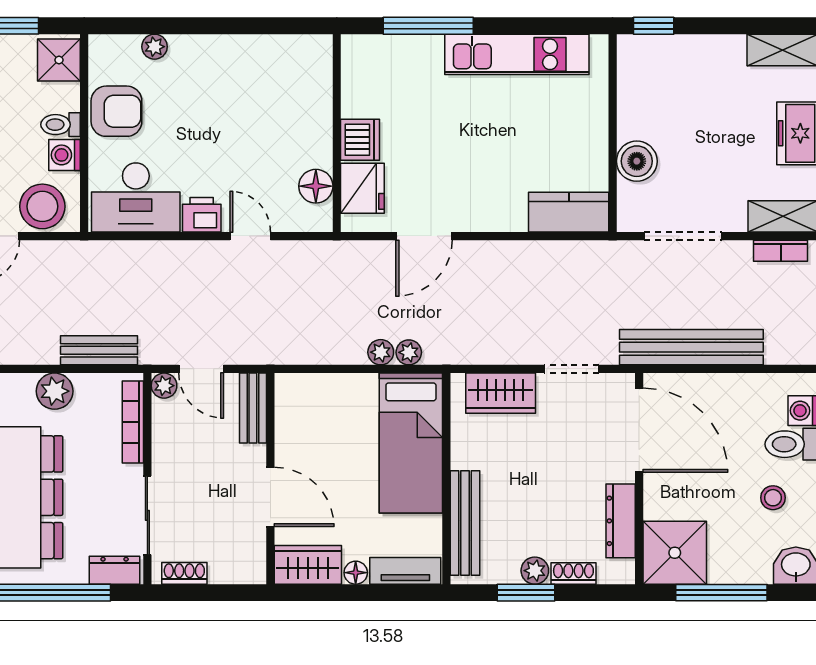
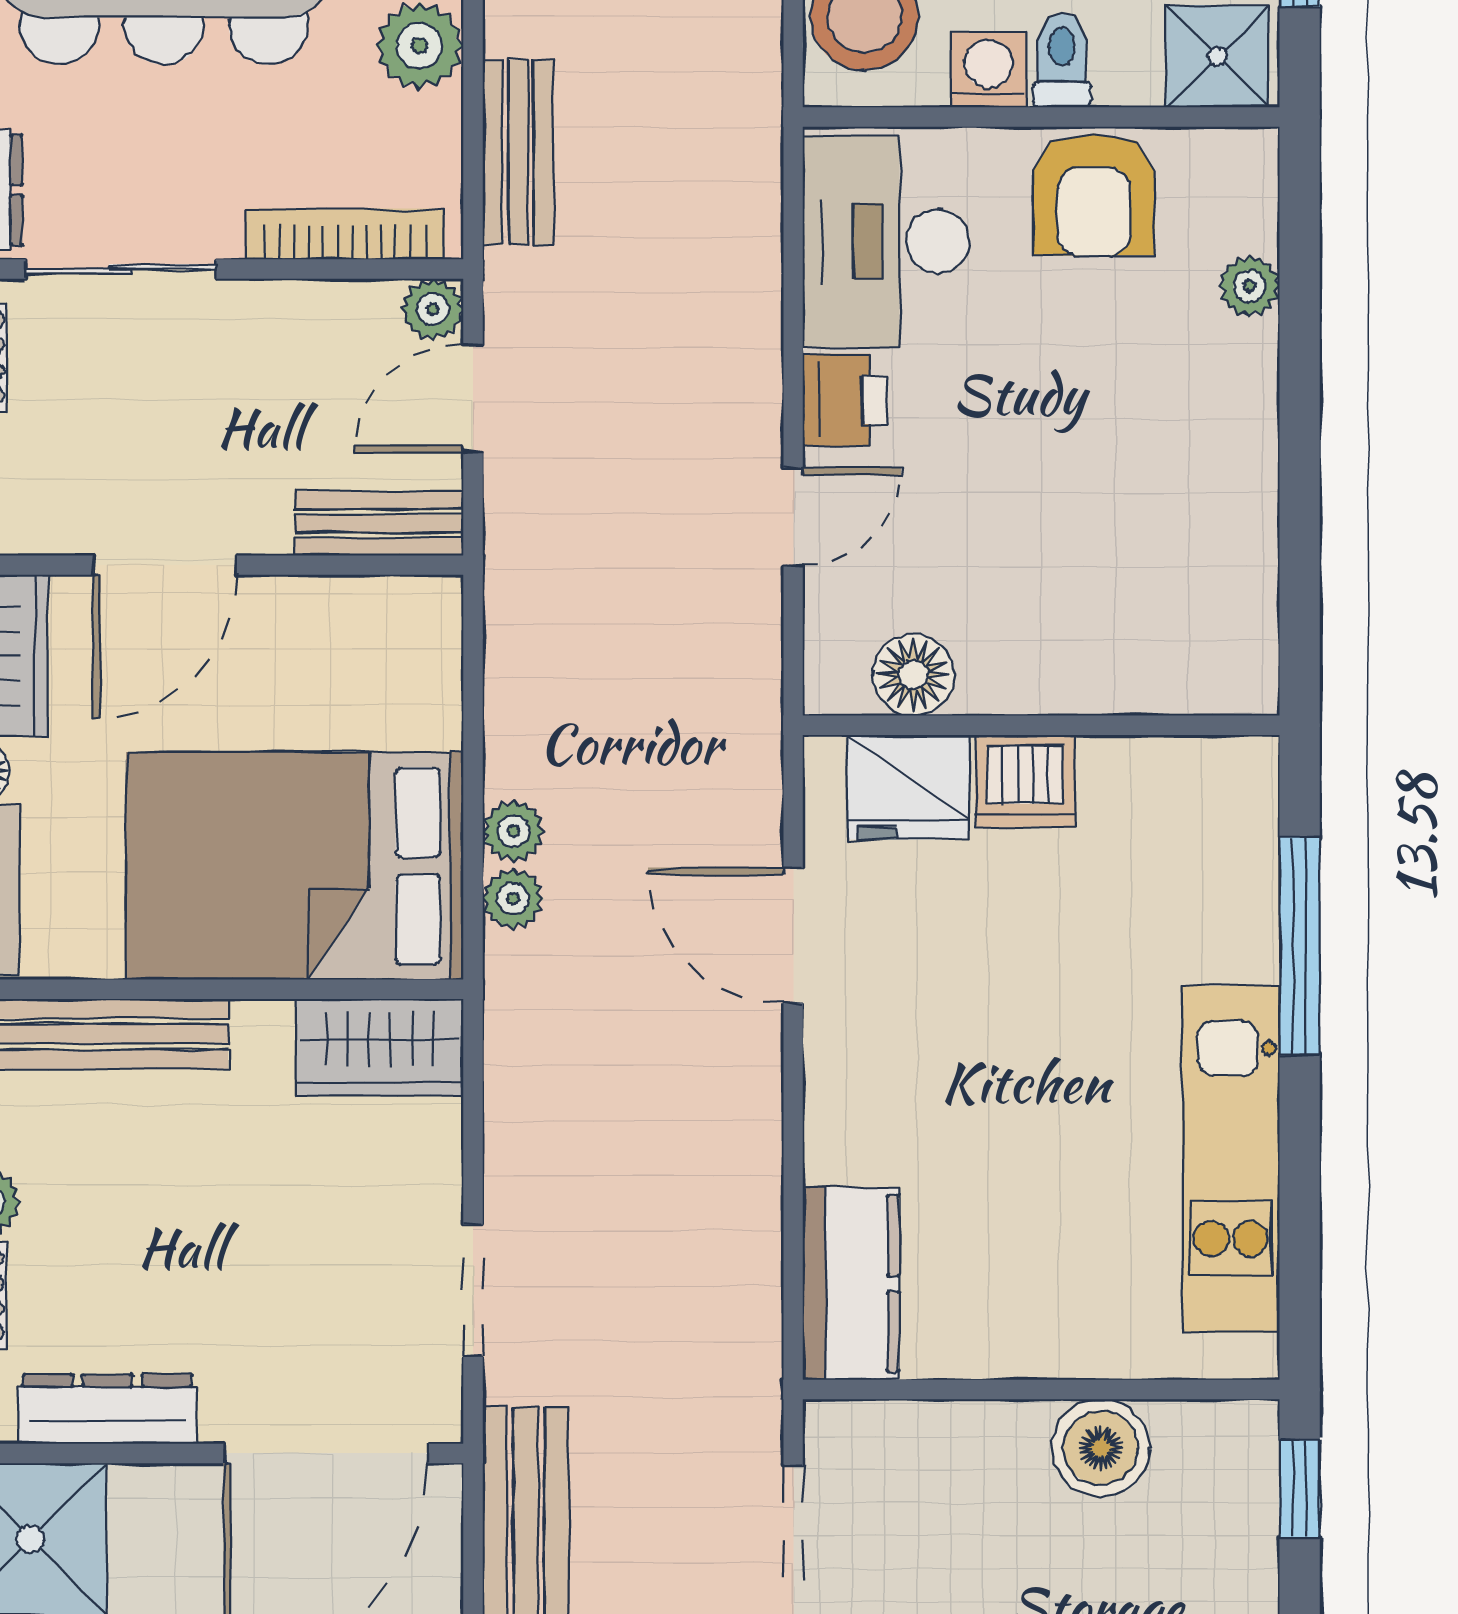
boiler: (637, 161) -> (1101, 1448), moved
wardrobe: (501, 393) -> (380, 1047), moved, turned -90
bed: (411, 443) -> (295, 866), width x1.50

